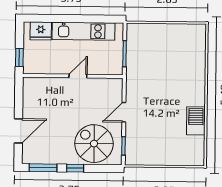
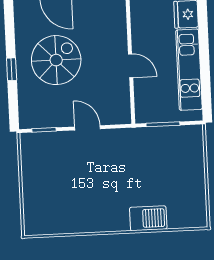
barbecue: (196, 121) -> (148, 218), moved
spiral stairs: (94, 144) -> (56, 60), moved
window: (43, 168) -> (10, 28), removed

